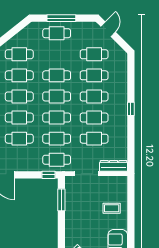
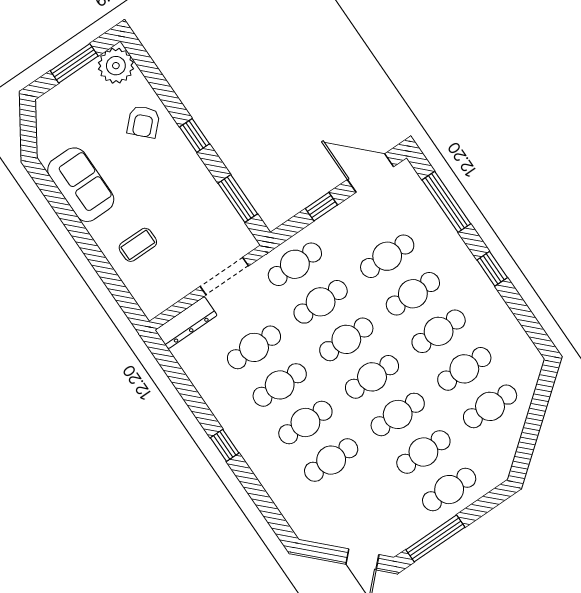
window: (61, 18) -> (435, 538), moved
cafe table: (94, 54) -> (423, 452), moved
window: (48, 175) -> (321, 207), moved
window: (61, 235) -> (194, 135), added

